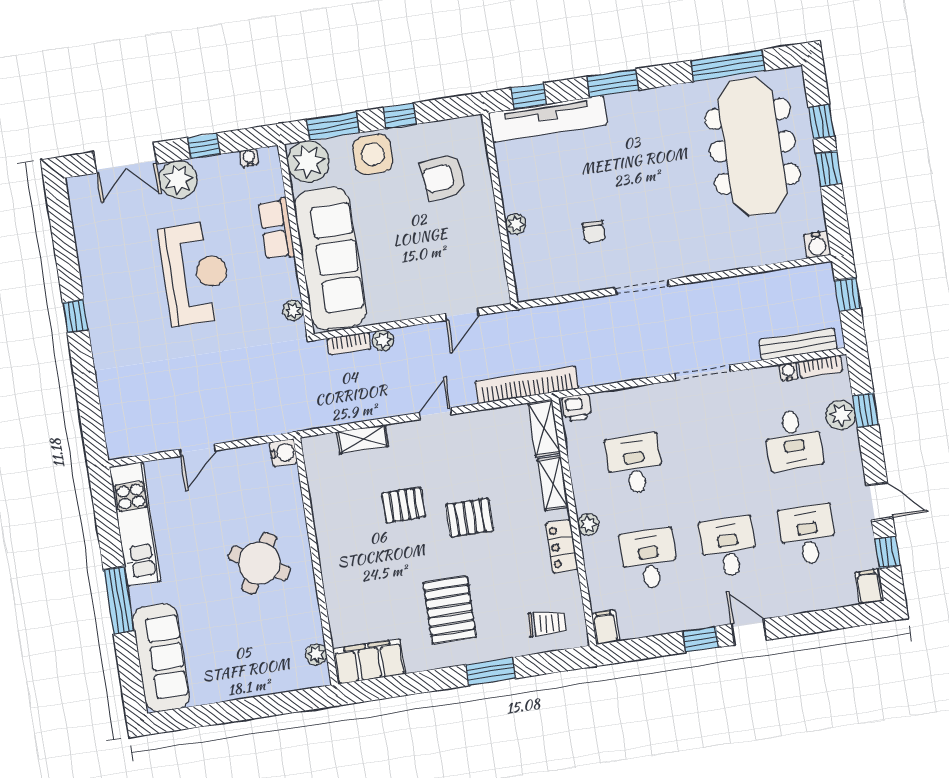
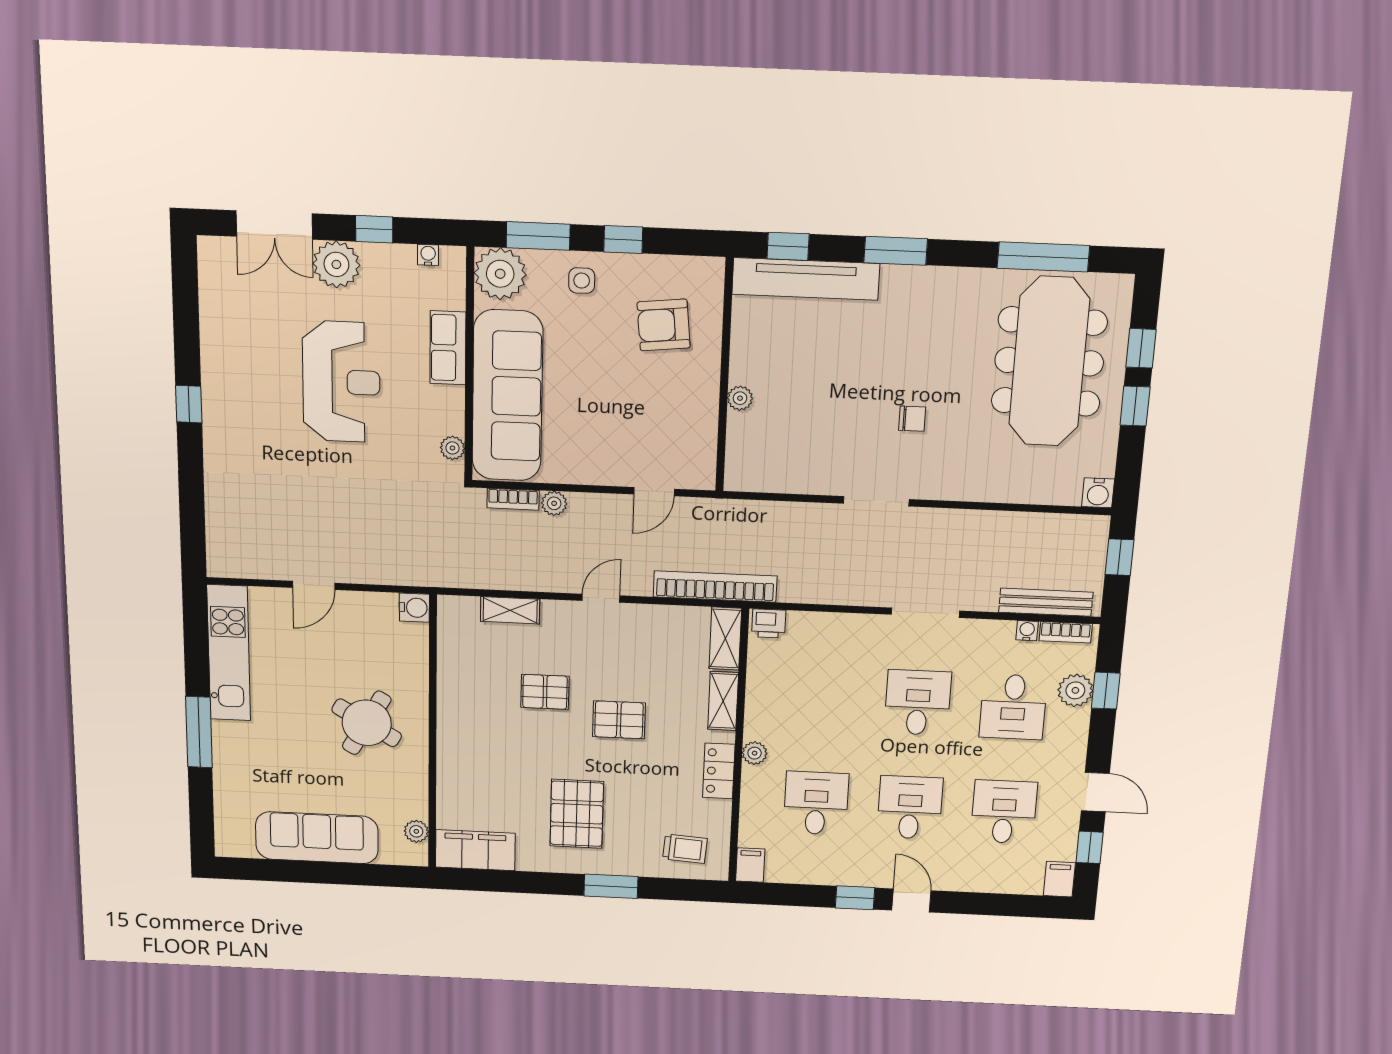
side table: (373, 154) -> (582, 281), width x0.54, depth x0.54
chair: (594, 232) -> (912, 419), moved, turned -90
desk: (635, 464) -> (918, 703), moved
sofa: (161, 658) -> (317, 838), moved, turned -90

